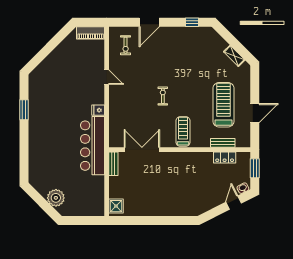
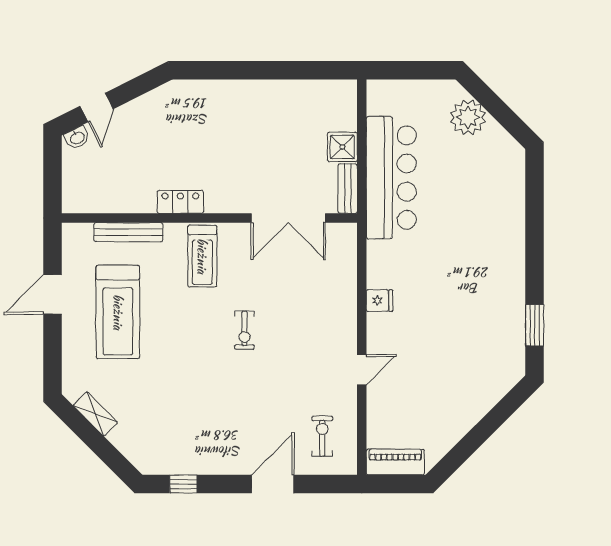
door: (107, 77) -> (362, 370), swing flipped
window: (24, 110) -> (535, 325), moved
bench: (223, 143) -> (128, 232), width x1.36
bar counter: (93, 146) -> (391, 178), moved
locker: (225, 157) -> (180, 202), moved
window: (255, 168) -> (53, 179), removed
shower: (116, 206) -> (342, 147), moved

